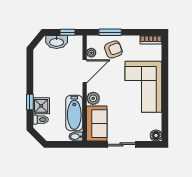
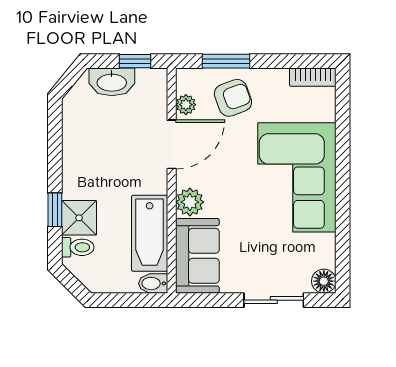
sliding door: (121, 144) -> (274, 300), moved

